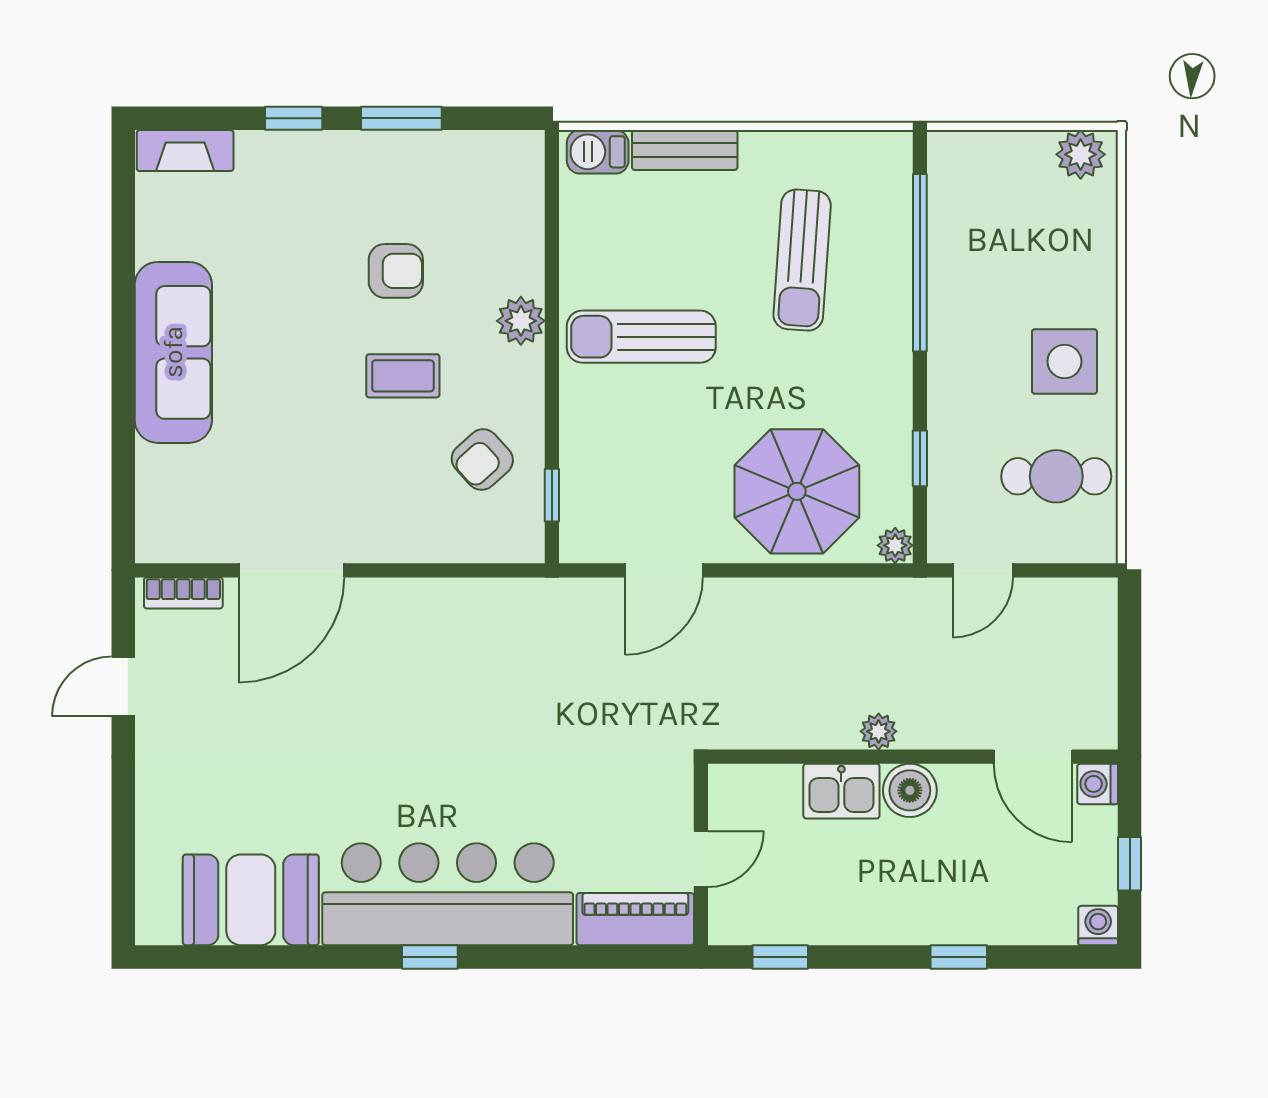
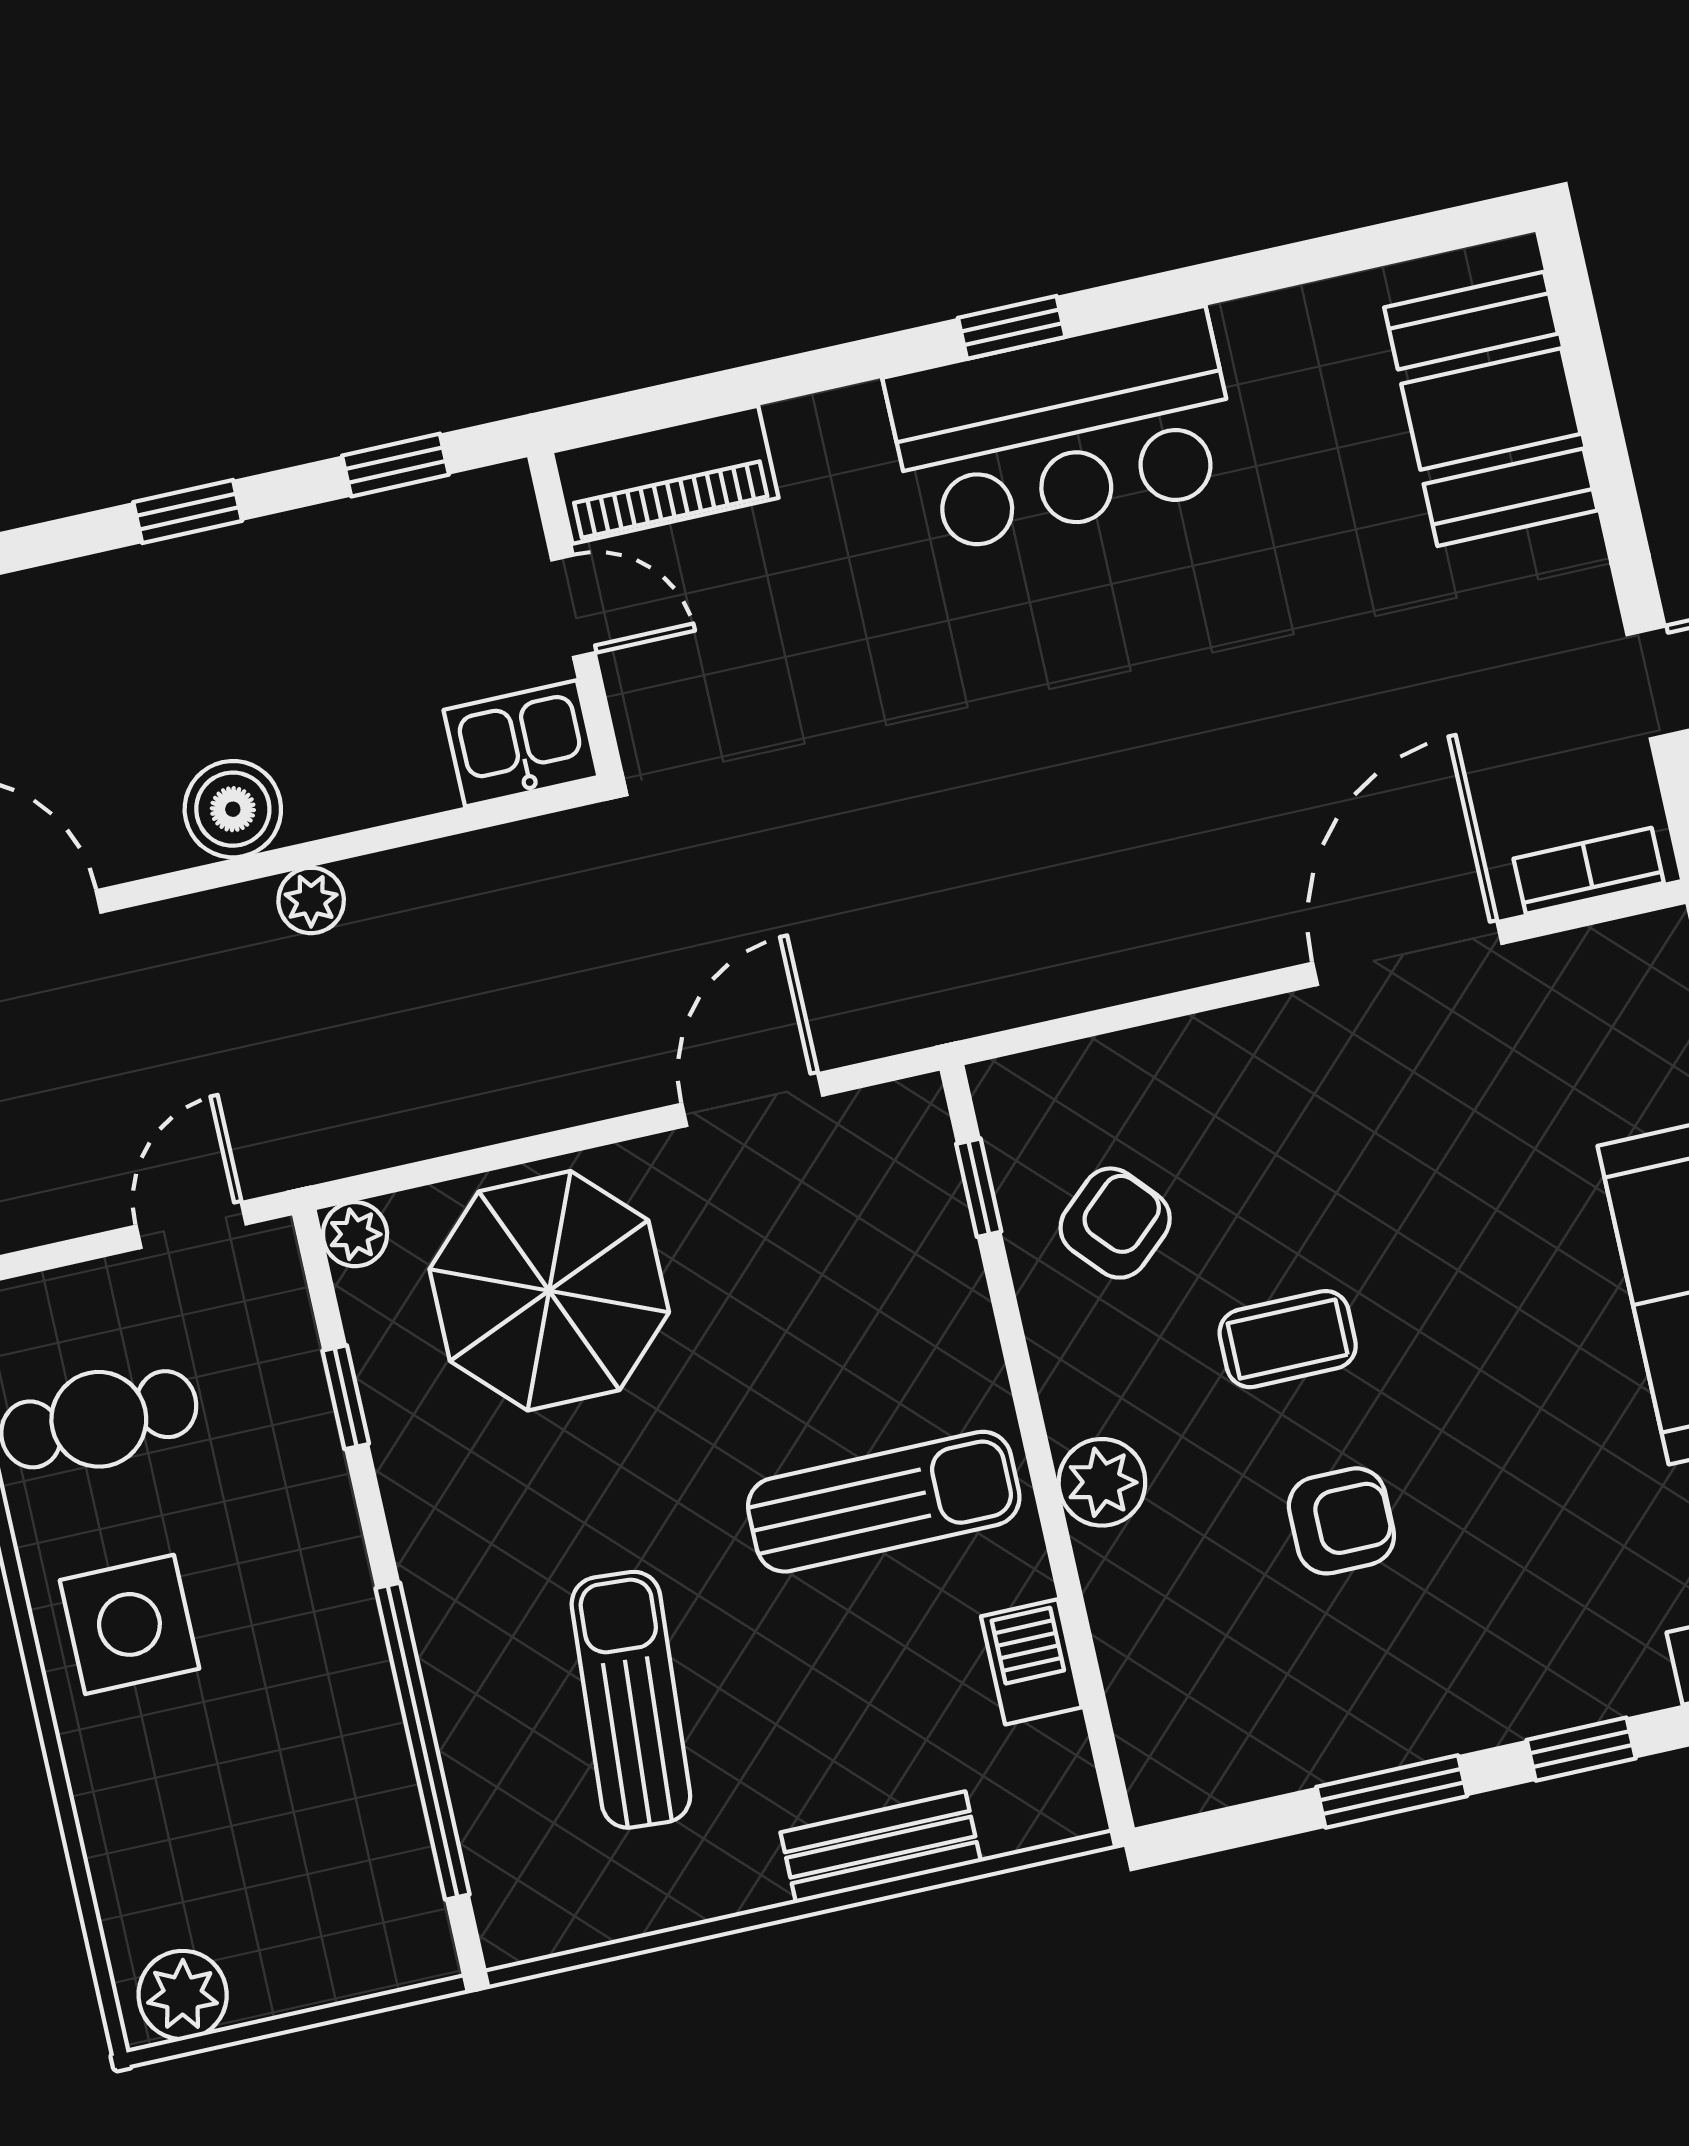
barbecue: (598, 152) -> (1031, 1662), moved, turned -90
armchair: (396, 271) -> (1341, 1521), turned 180
kitchen sink: (841, 791) -> (521, 743), moved
door: (701, 859) -> (573, 606), swing flipped
bar counter: (448, 894) -> (1064, 431), width x0.73
booth: (251, 900) -> (1491, 409), moved, turned 90
window: (959, 957) -> (188, 512), moved

